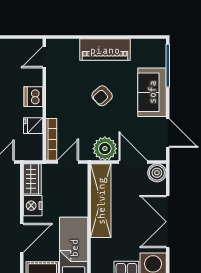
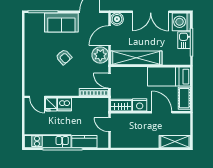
piano: (105, 50) -> (32, 55), removed
fridge: (33, 126) -> (51, 105), moved

